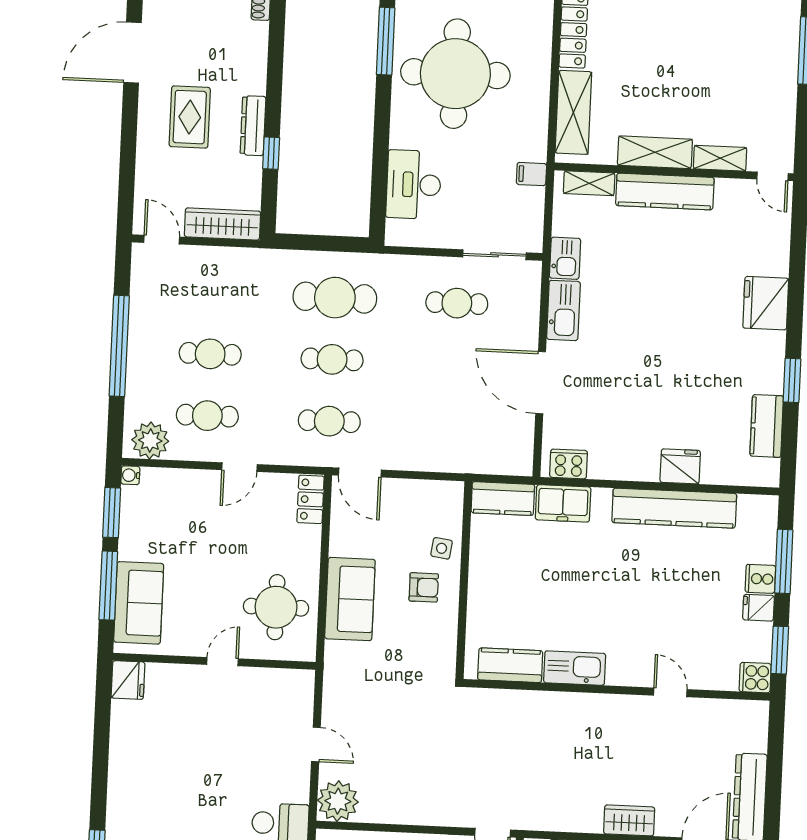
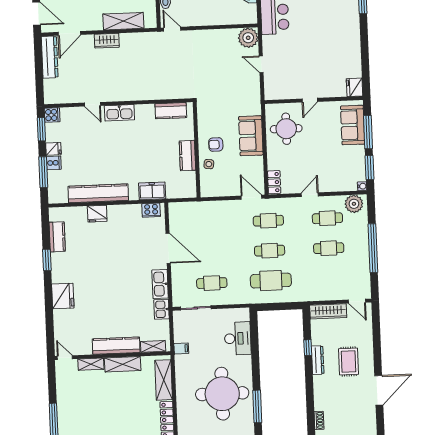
kitchen counter: (503, 499) -> (187, 156), moved, turned -90
kitchen sink: (575, 668) -> (119, 113), moved

